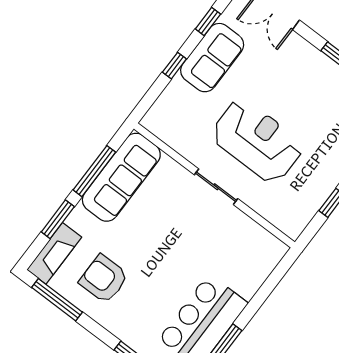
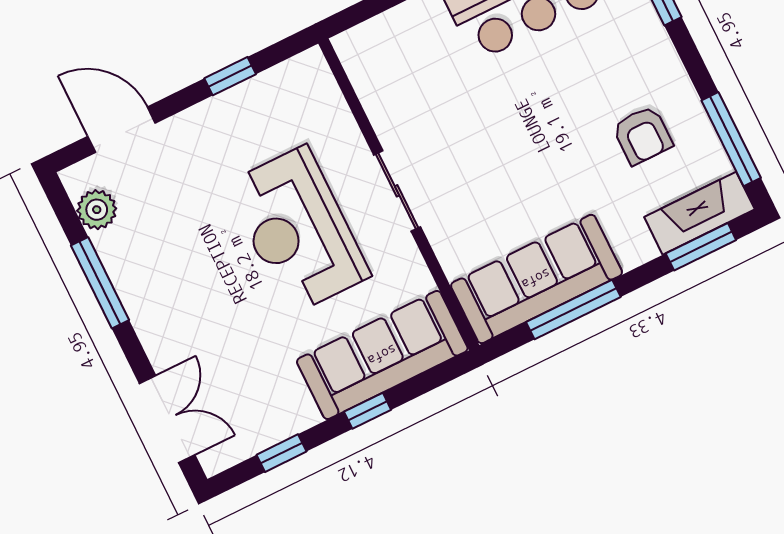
sofa: (212, 58) -> (382, 355), moved, width x1.36
window: (58, 219) -> (701, 247), moved
armchair: (104, 279) -> (642, 135), width x0.72, depth x0.72

